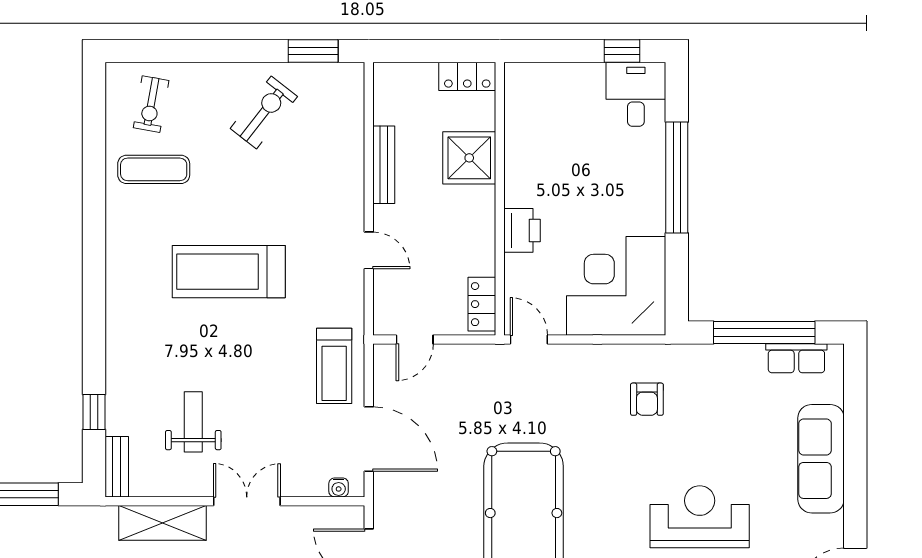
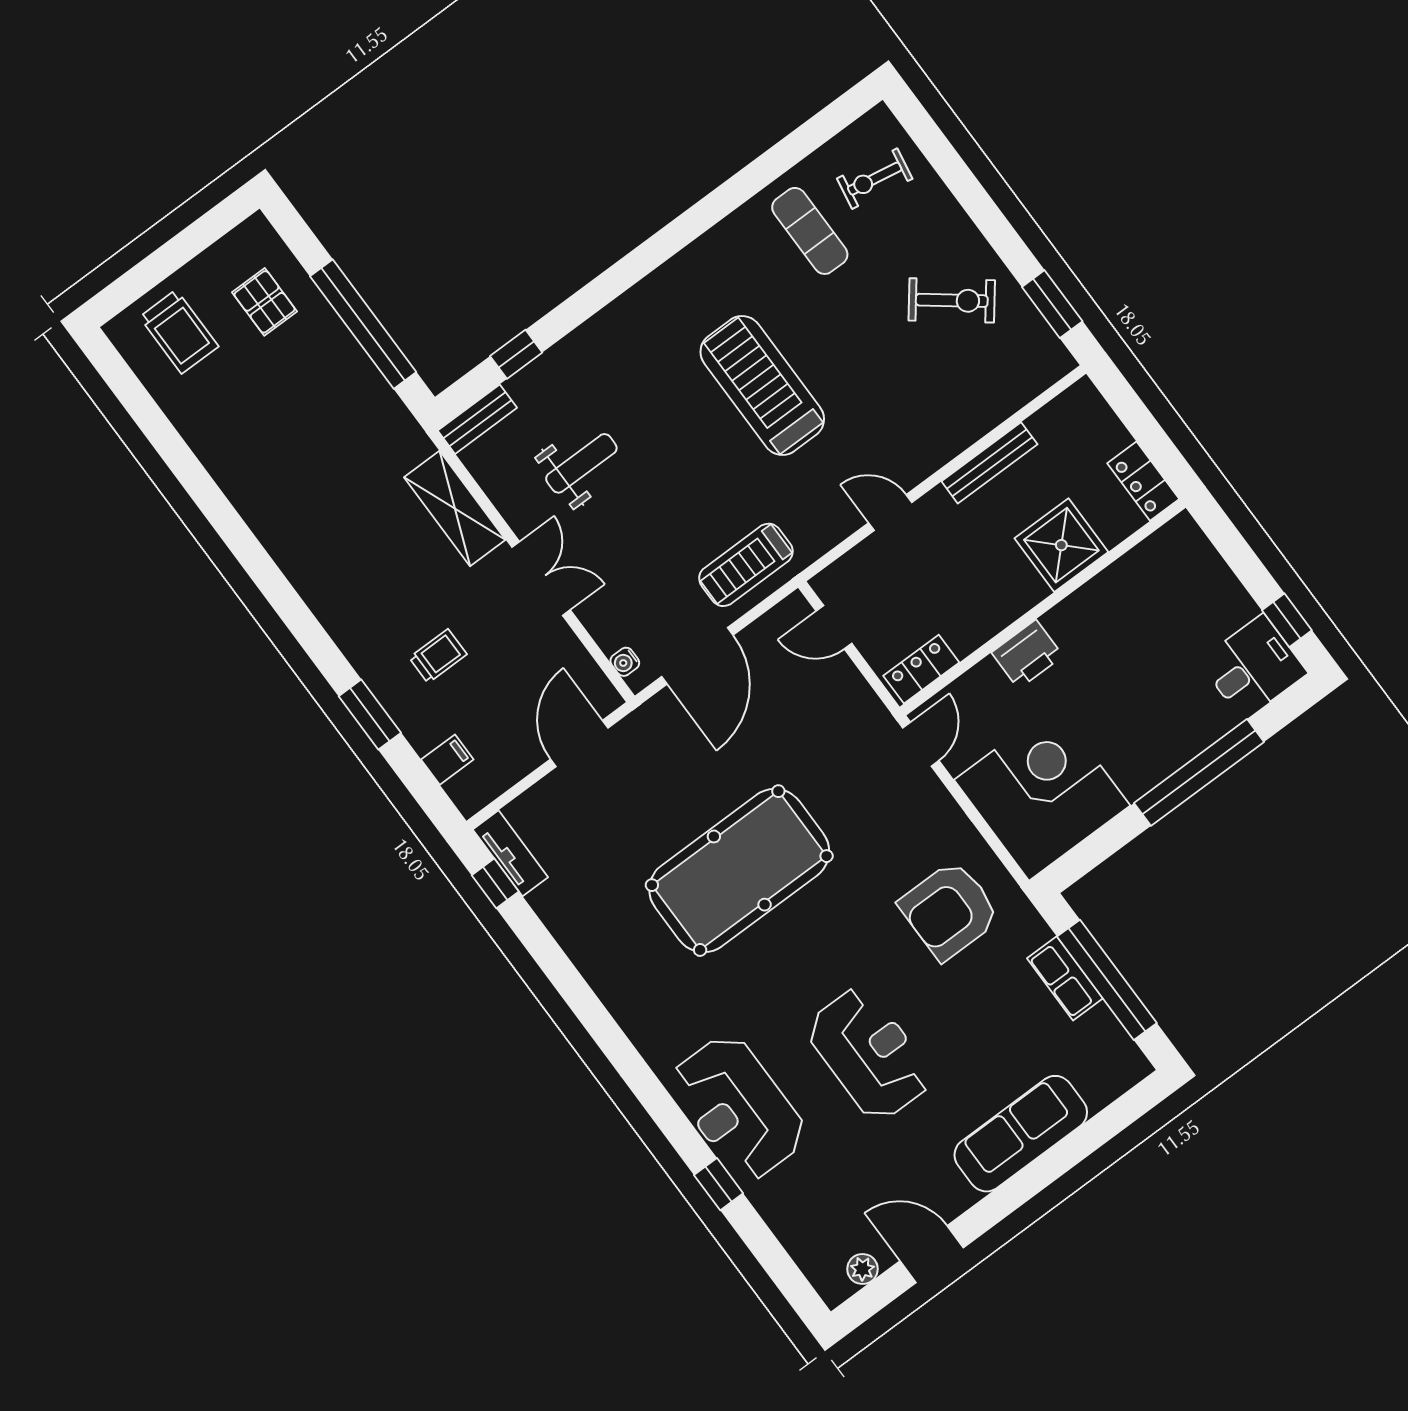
door: (369, 250) -> (890, 513), swing flipped
row of seats: (796, 358) -> (1065, 978), moved
armchair: (647, 399) -> (949, 910), width x1.88, depth x1.88

